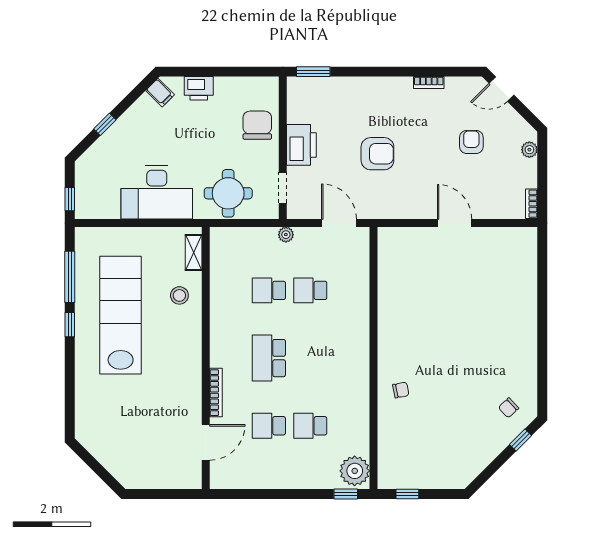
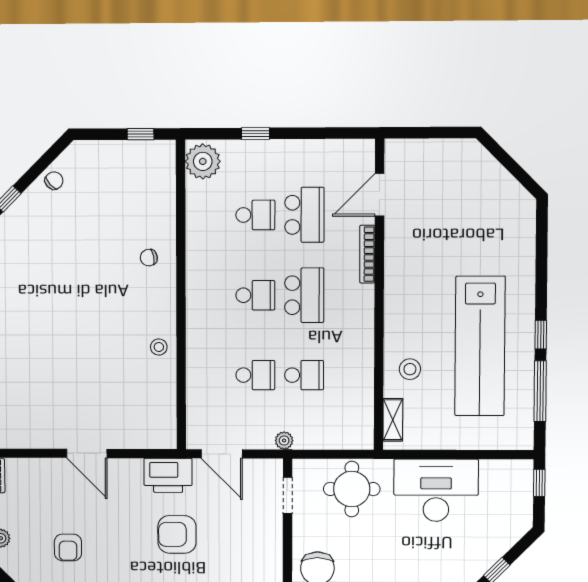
printer: (301, 145) -> (168, 475), moved, turned -90
stool: (392, 314) -> (159, 347), added
school desk: (310, 358) -> (255, 295), added
chair: (509, 408) -> (54, 181), moved
school desk: (269, 426) -> (304, 215), width x1.85
window: (346, 494) -> (256, 134), moved

